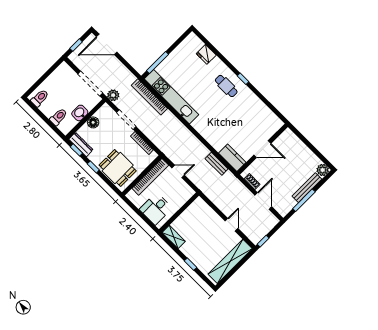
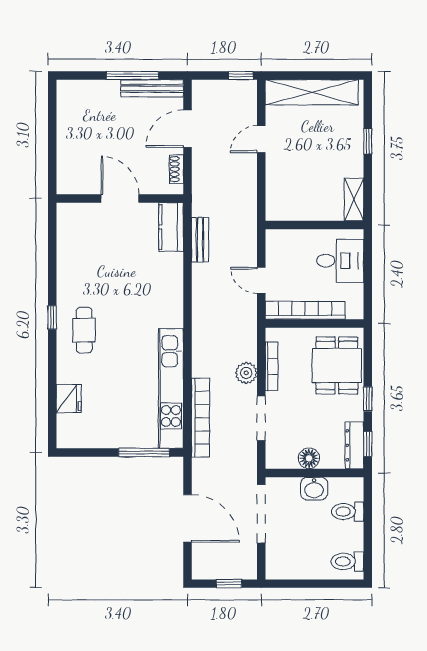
door: (107, 44) -> (187, 518), moved
plant: (113, 95) -> (246, 373), moved
plant: (323, 170) -> (68, 91), removed
bench: (307, 188) -> (152, 88), moved

